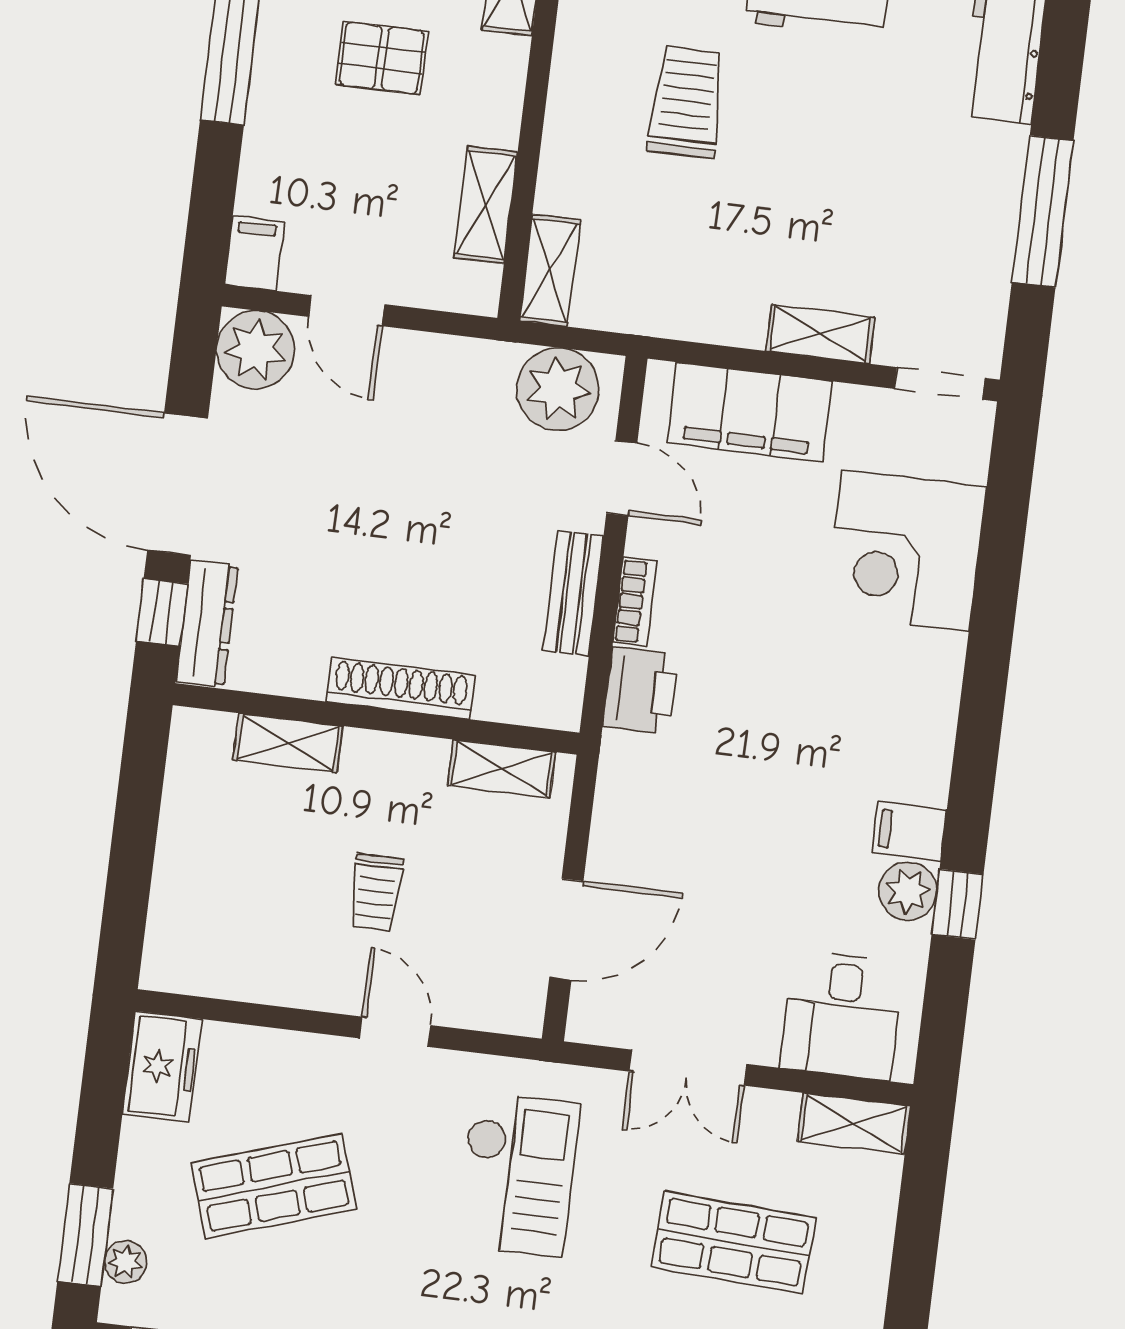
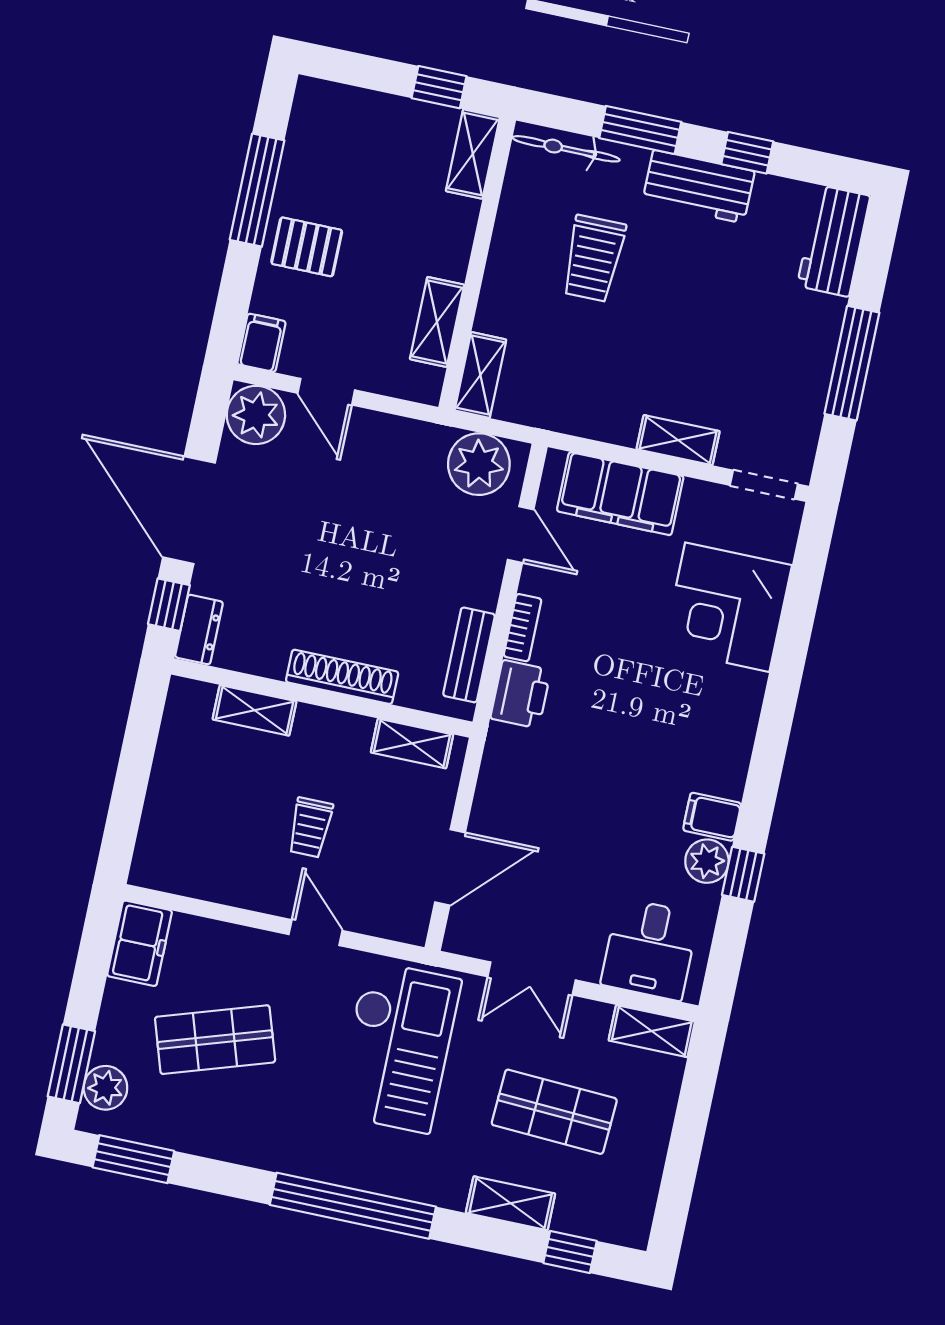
pallet: (382, 58) -> (307, 247), moved
trolley: (686, 102) -> (593, 258), turned 180
bench: (573, 593) -> (469, 655), moved
dresser: (207, 623) -> (199, 630), width x0.70
checkout: (518, 1174) -> (398, 1047), width x1.36, depth x1.21
plant: (126, 1262) -> (105, 1088), width x1.38, depth x1.38

